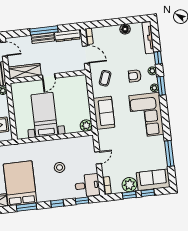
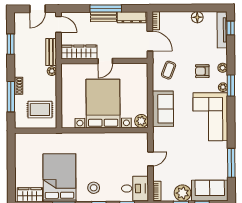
window: (158, 58) -> (231, 28), moved
bed with nightstands: (44, 115) -> (103, 103), width x1.36
stool: (60, 167) -> (94, 188), moved

